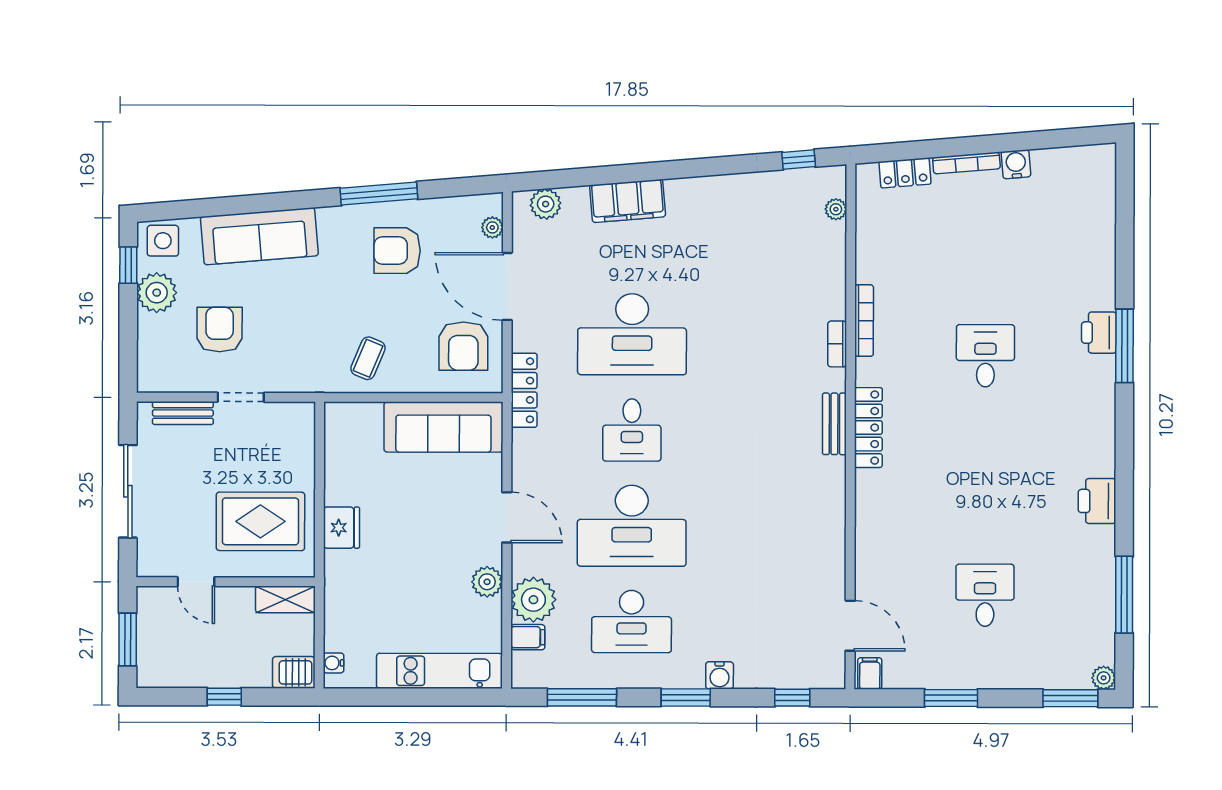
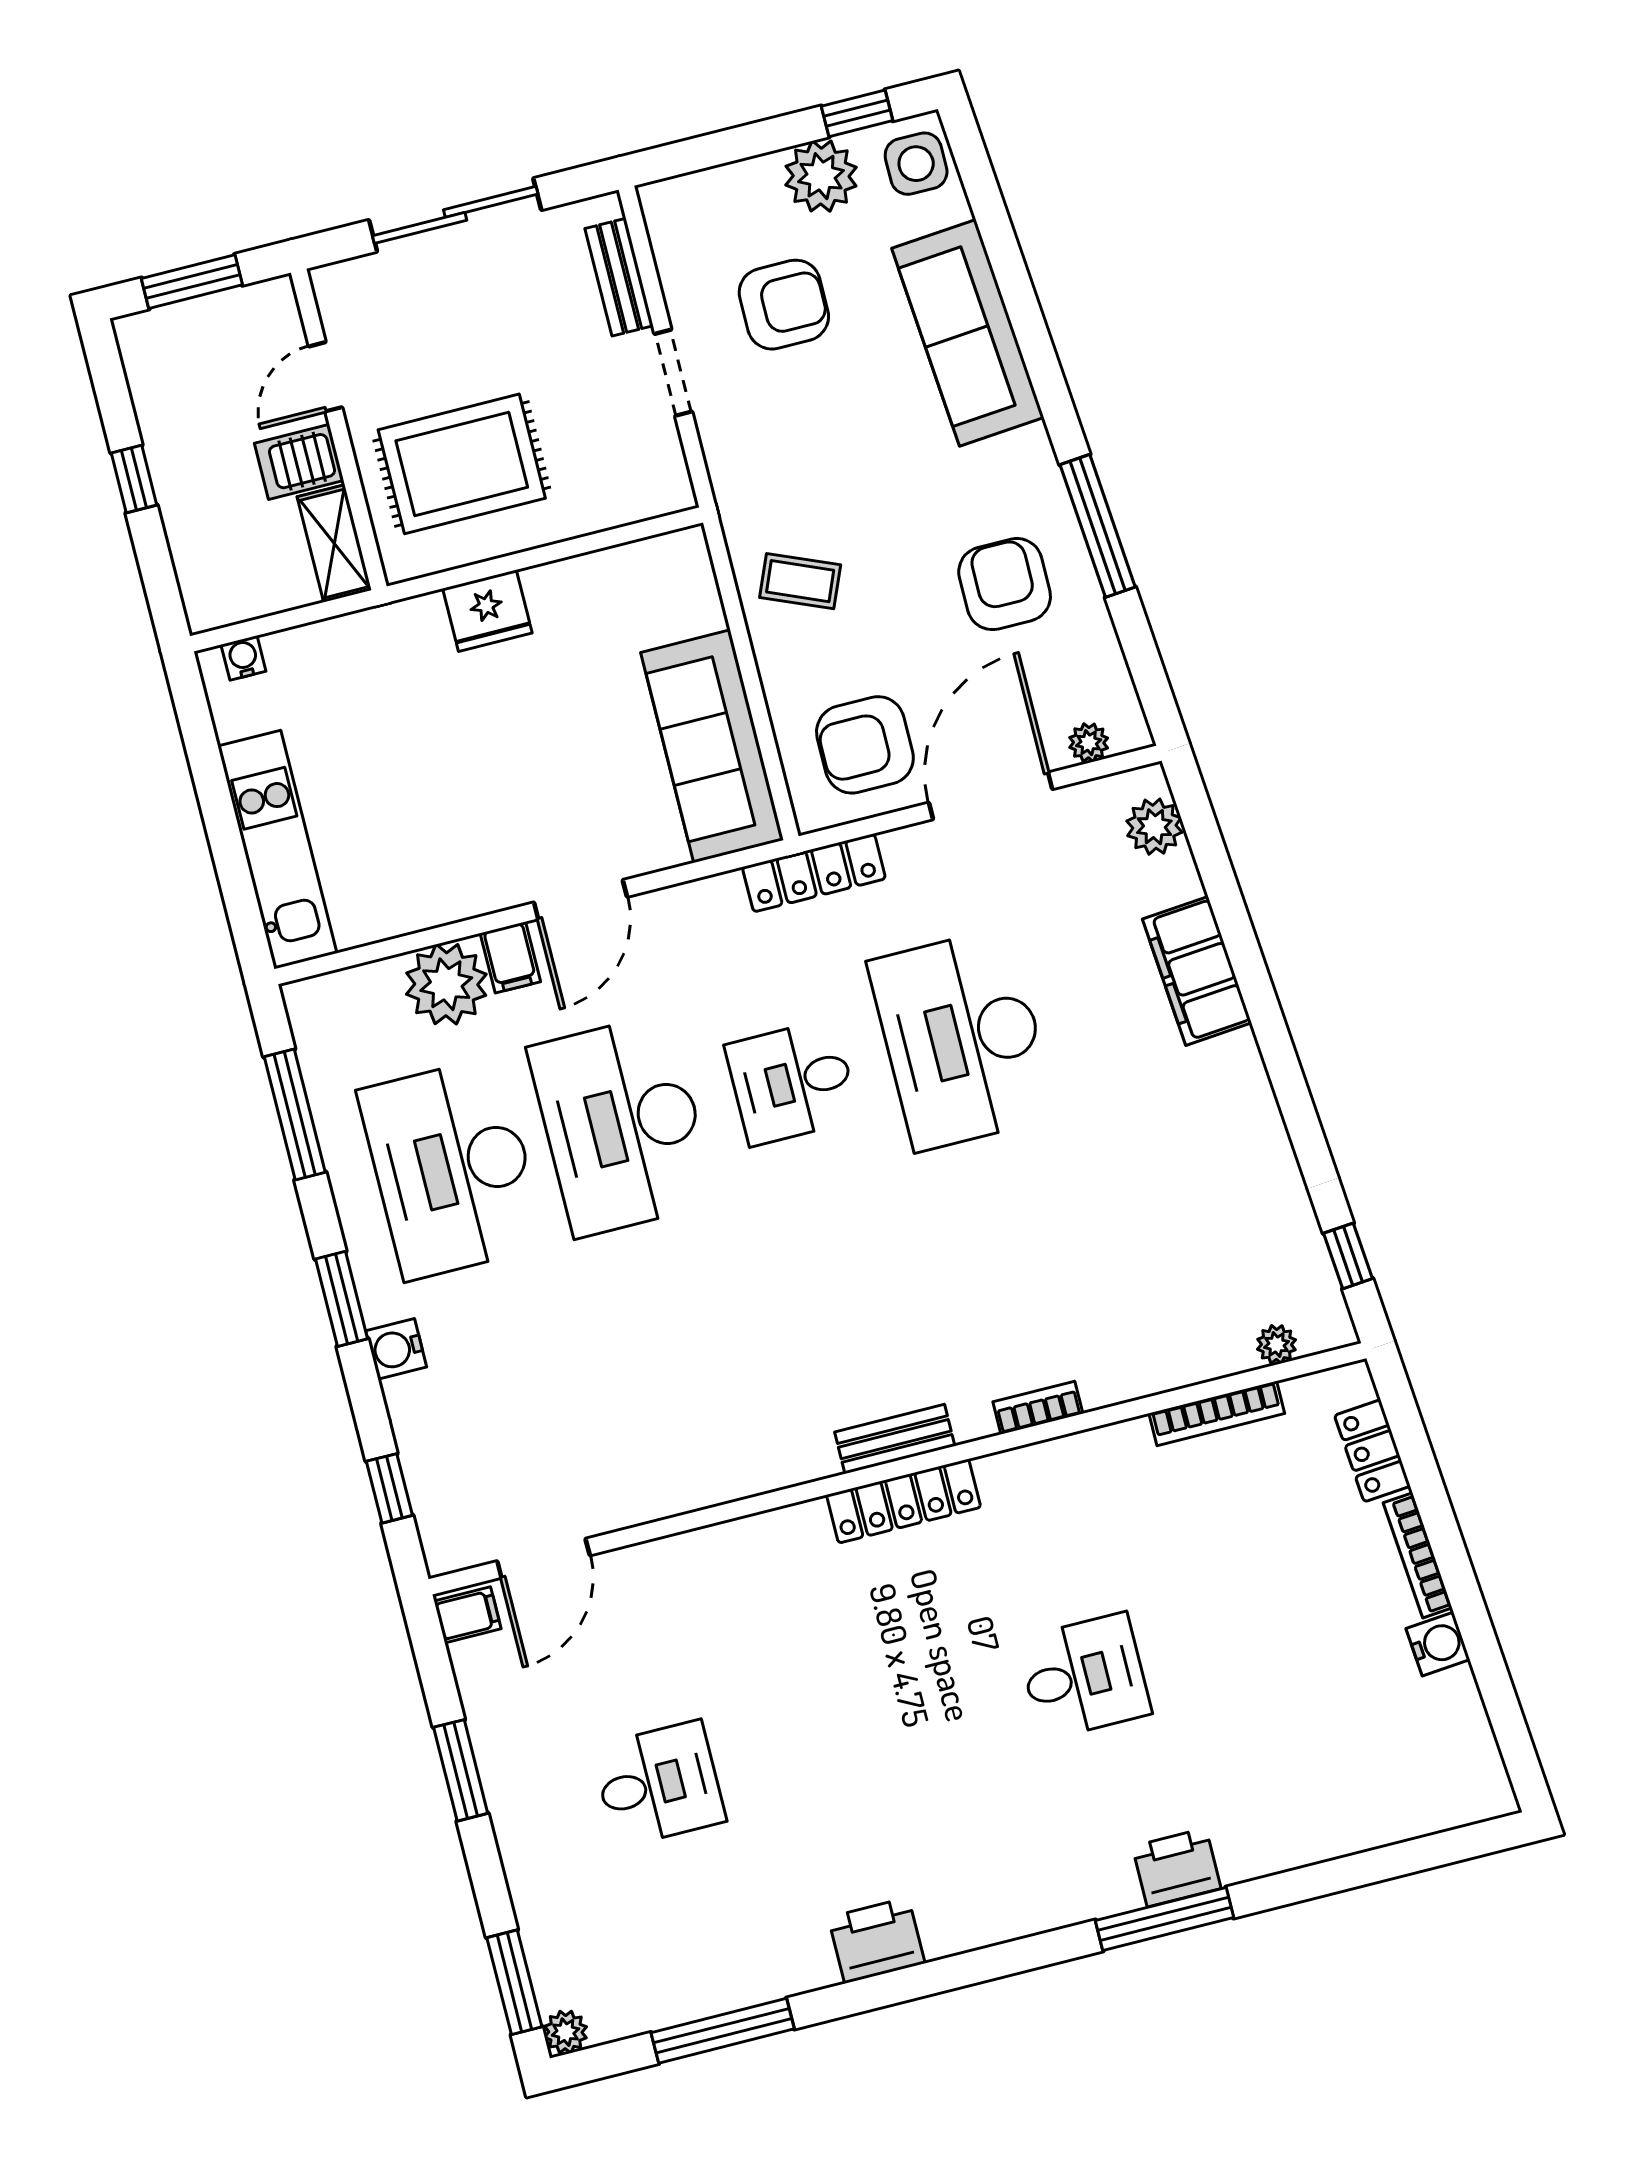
bookcase: (864, 321) -> (1217, 1413), moved
rug: (260, 521) -> (462, 464), turned 90
plant: (487, 582) -> (457, 894), removed
desk: (632, 622) -> (452, 1168), width x1.36, depth x1.30
filing cabinet: (528, 637) -> (510, 957), moved
server rack: (294, 672) -> (299, 462), moved, turned -90

